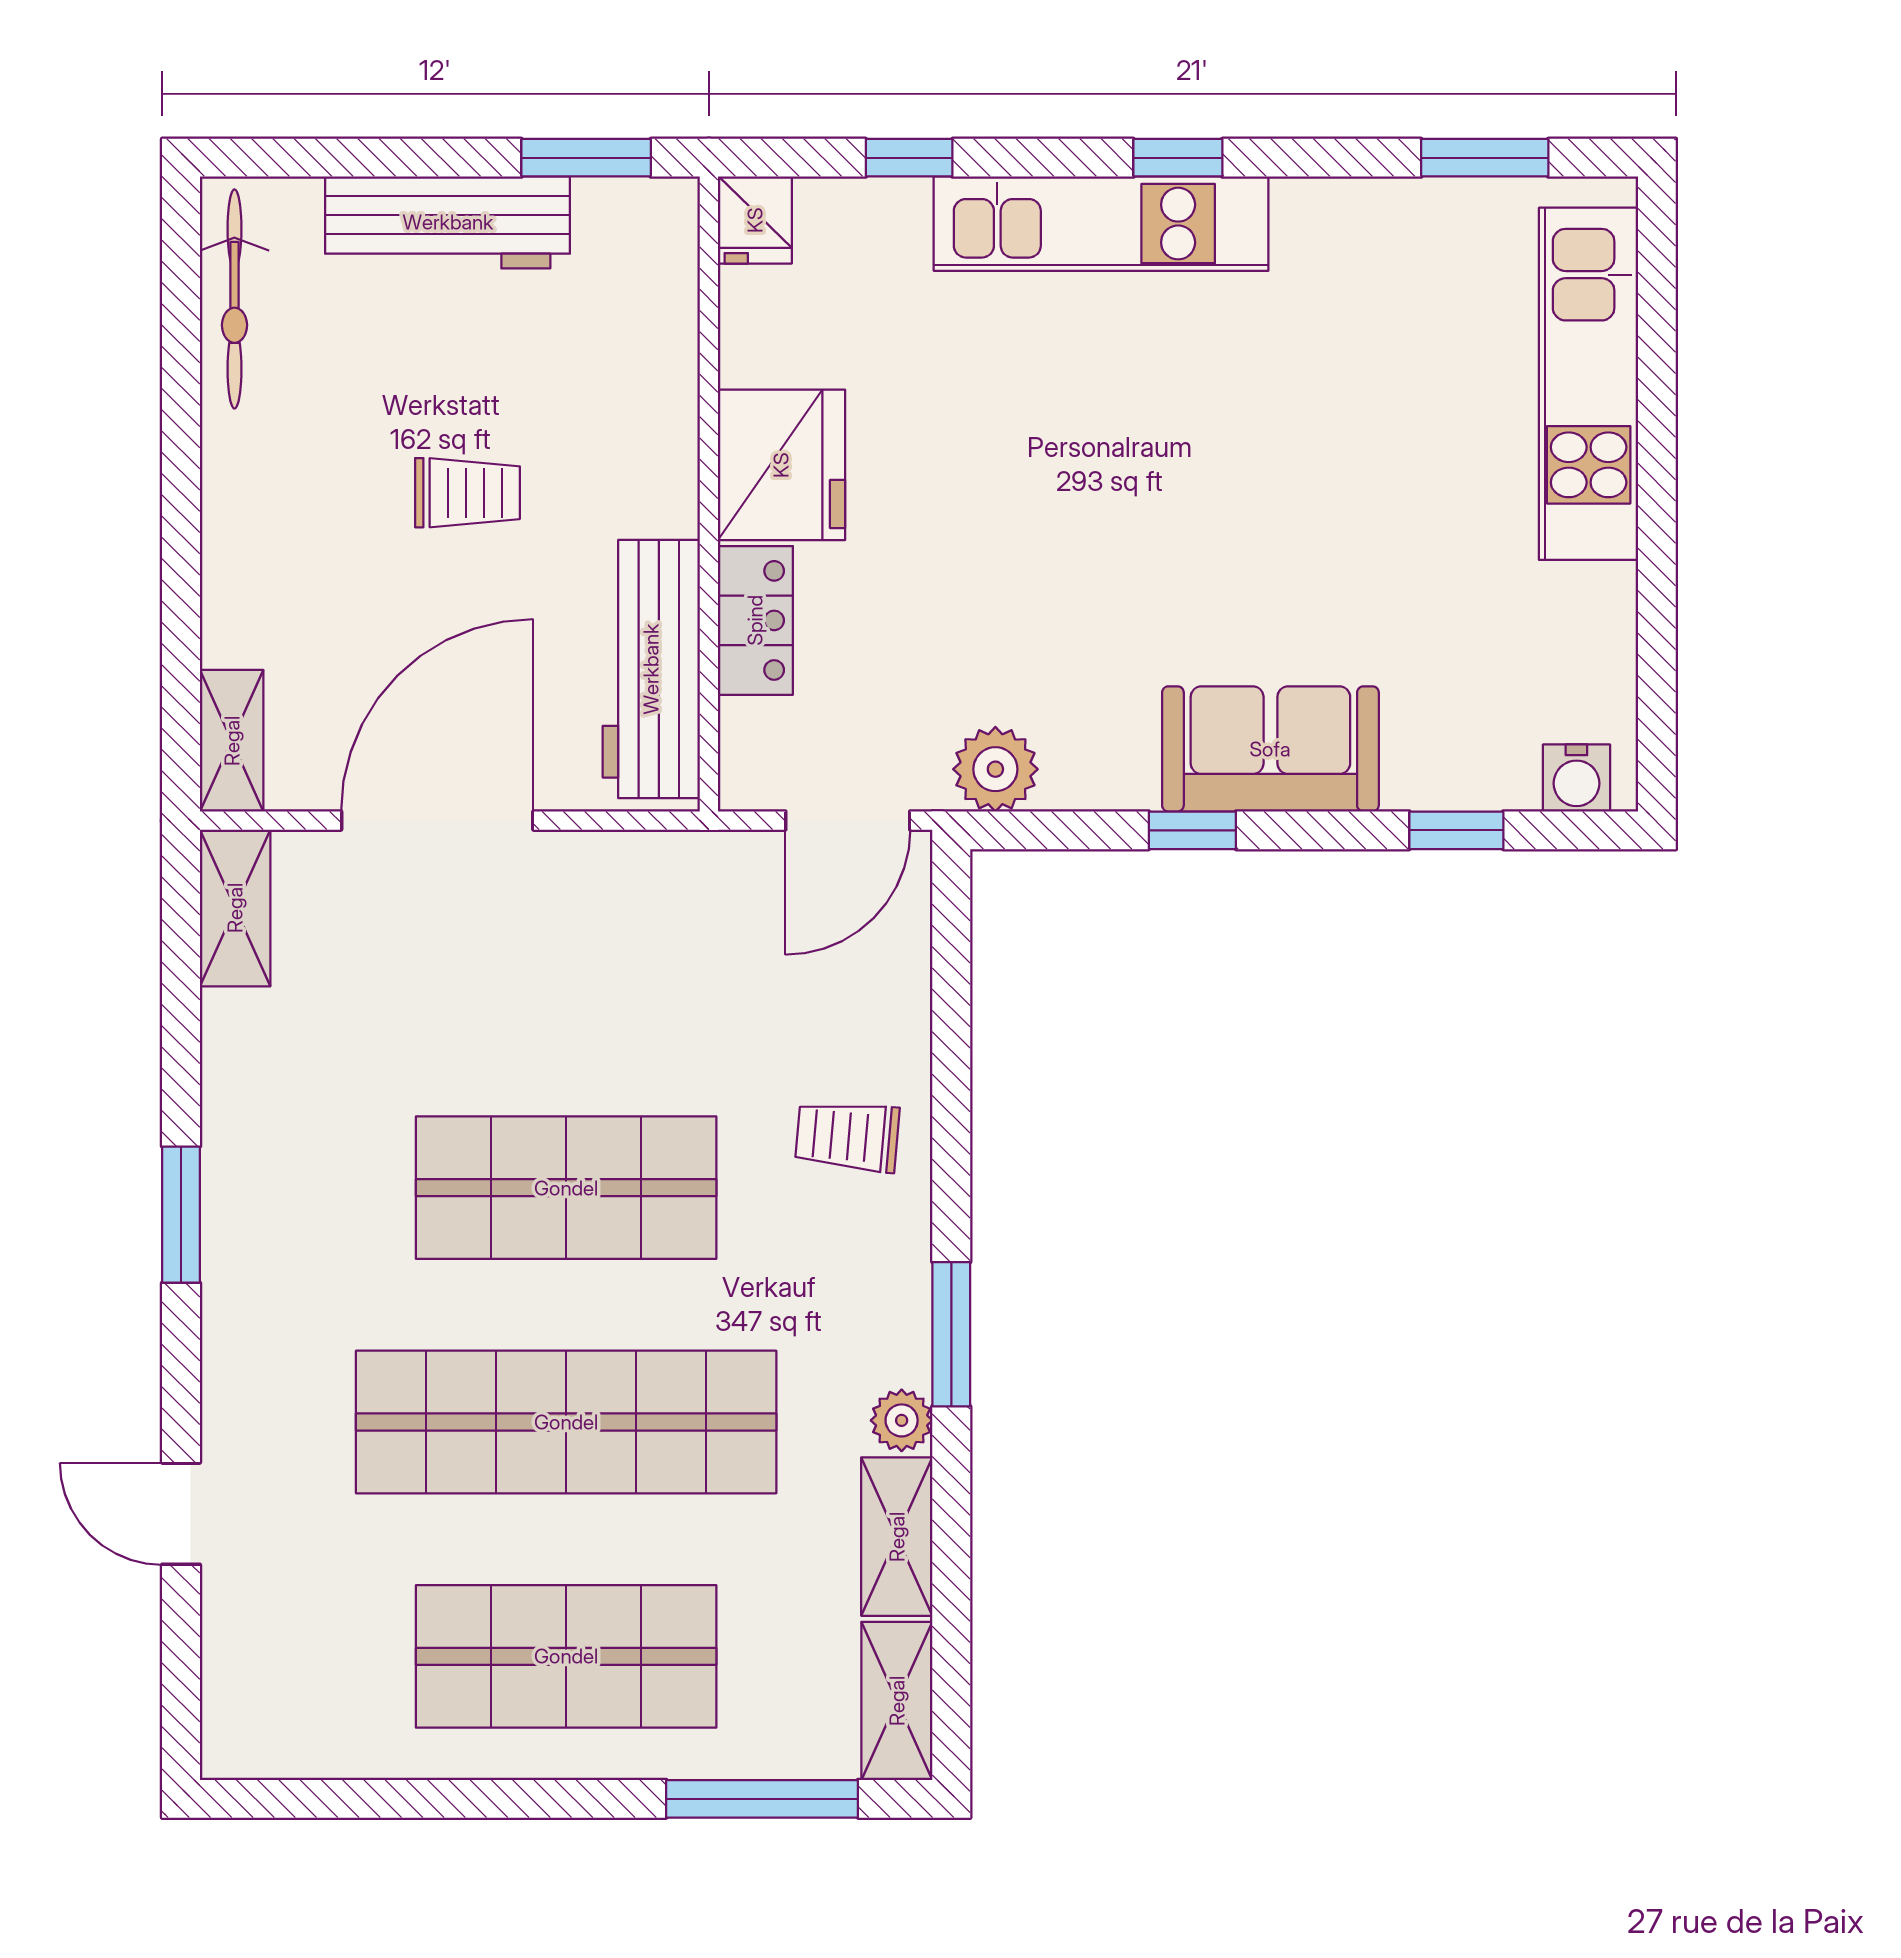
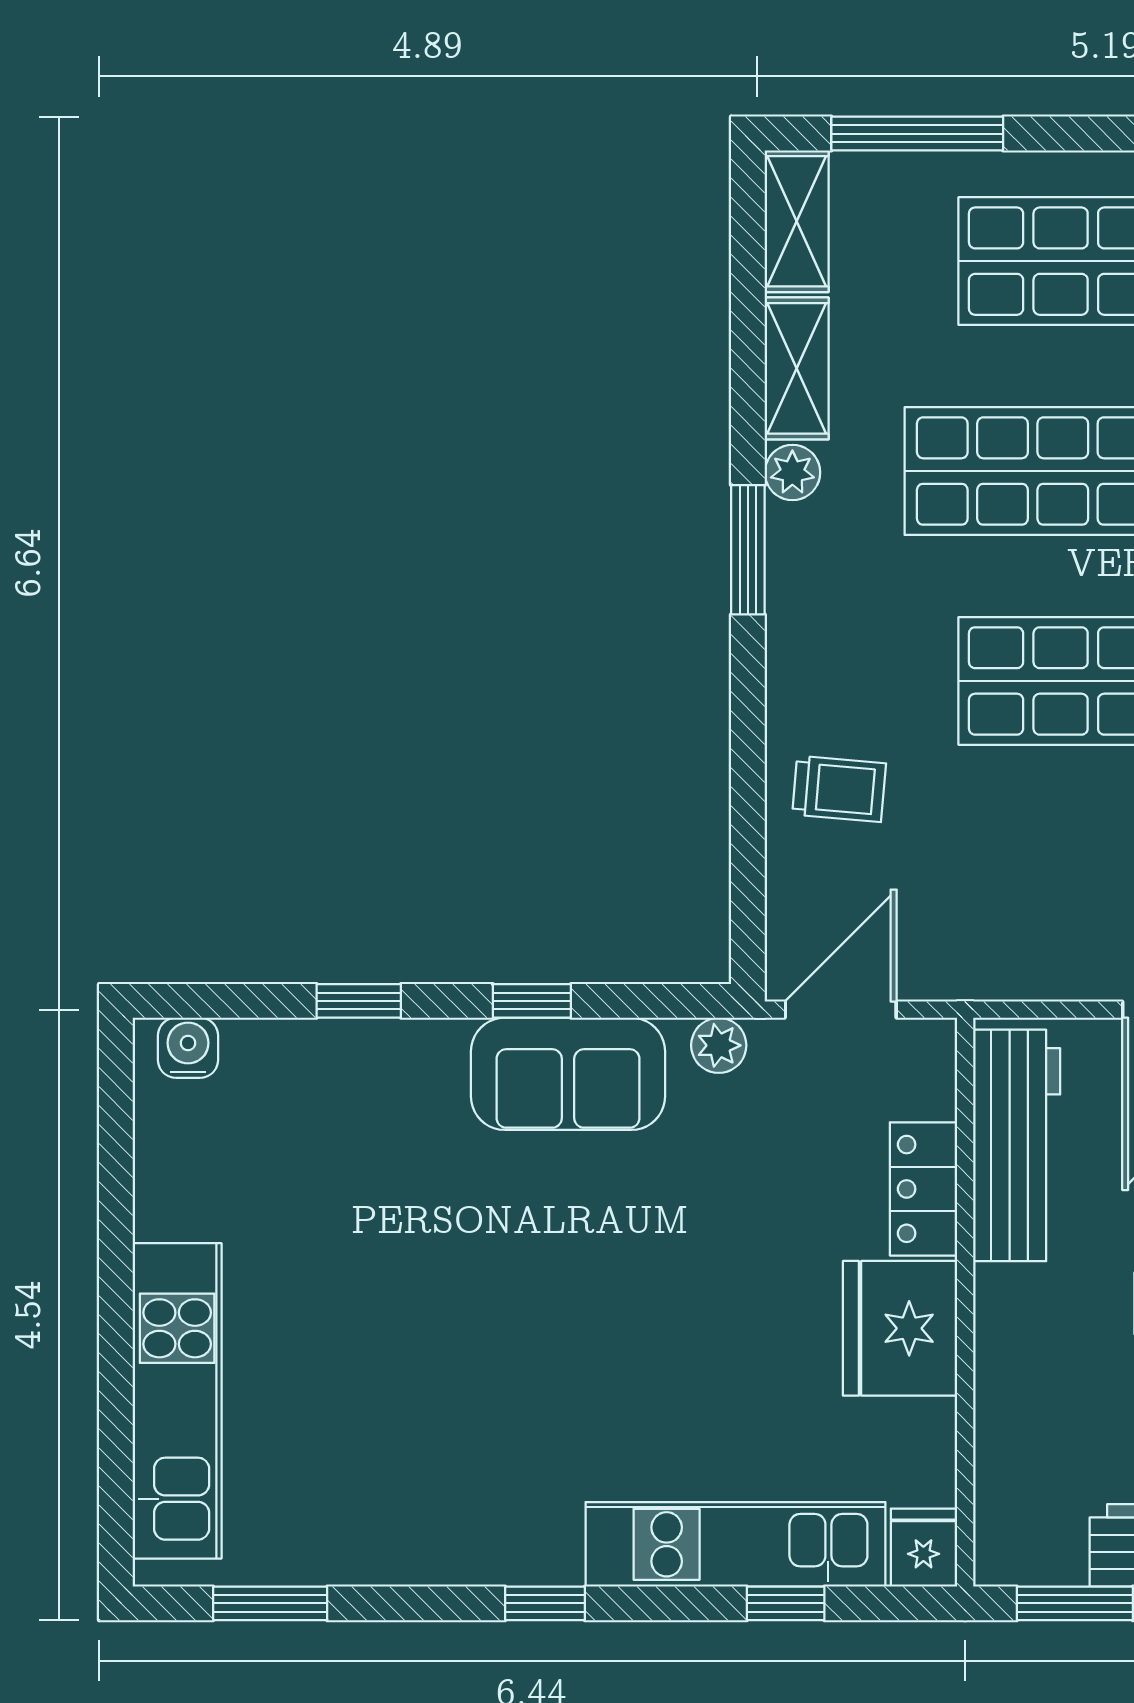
kitchen unit: (1101, 224) -> (736, 1544), moved
sofa: (1270, 749) -> (568, 1074), moved
plant: (995, 769) -> (719, 1045), width x0.73, depth x0.73
window: (1456, 830) -> (359, 1001), moved
trolley: (847, 1136) -> (839, 789), moved

